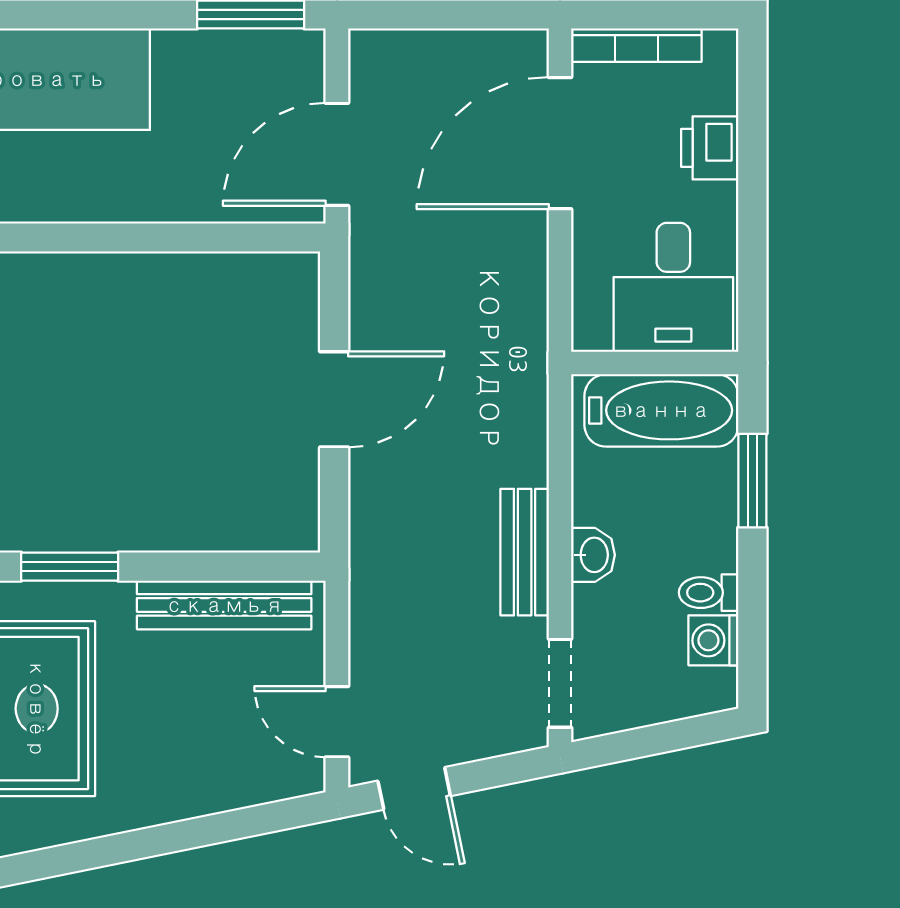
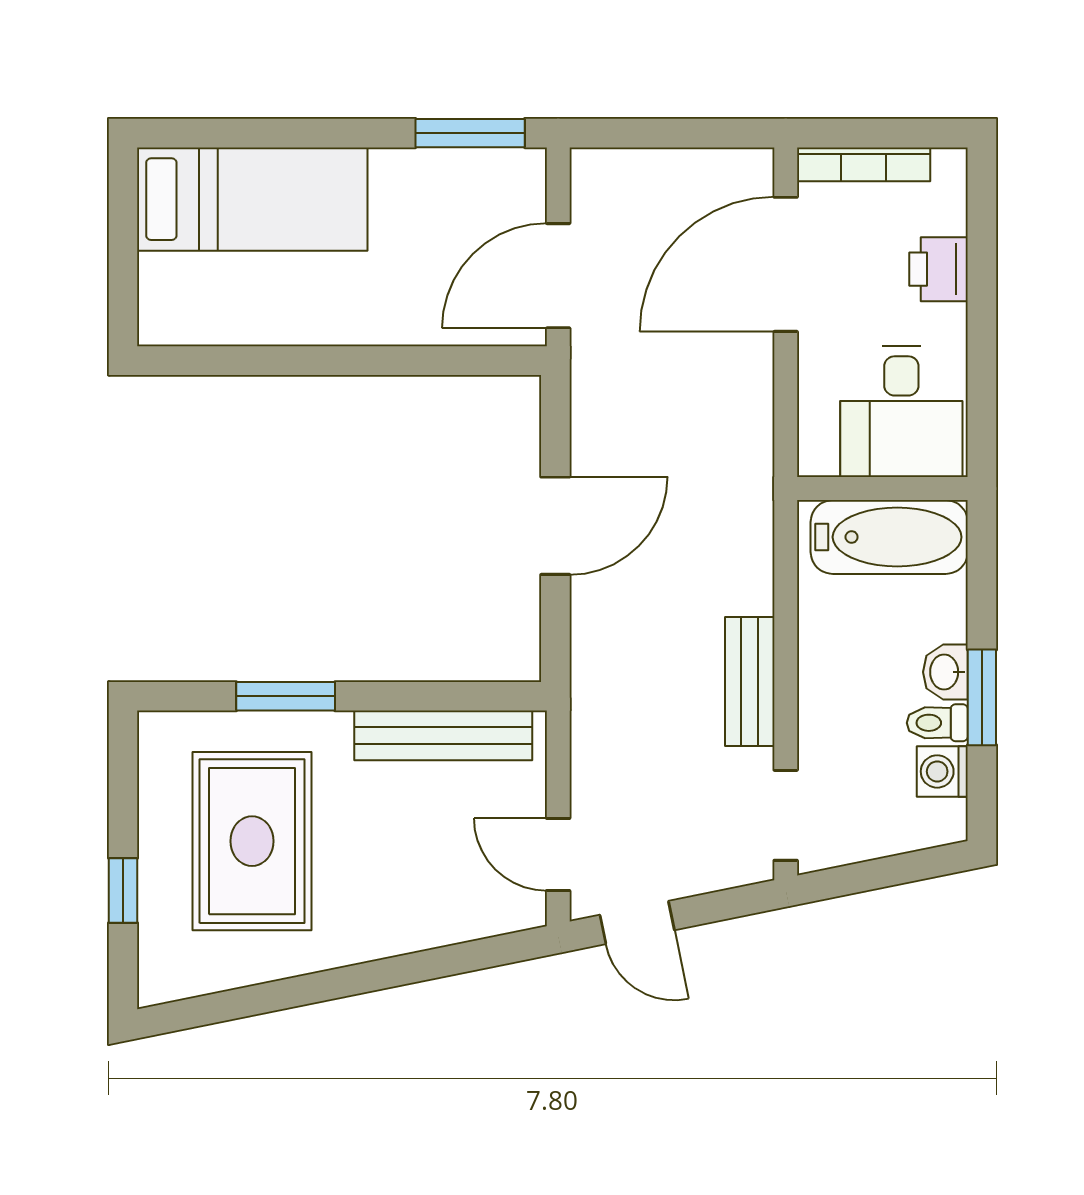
window: (752, 481) -> (982, 697), moved
washbasin: (593, 555) -> (945, 672), moved, turned 180

